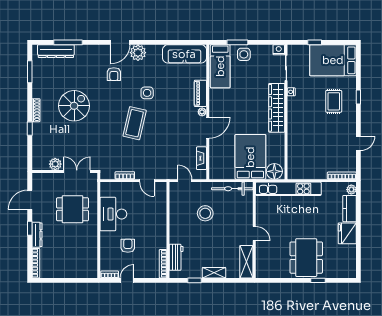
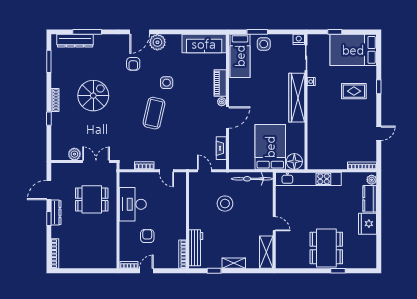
rug: (334, 101) -> (354, 91), turned 90
dresser: (37, 235) -> (56, 213), moved
workbench: (176, 257) -> (196, 248), width x1.38

